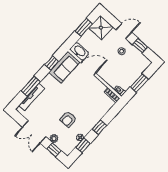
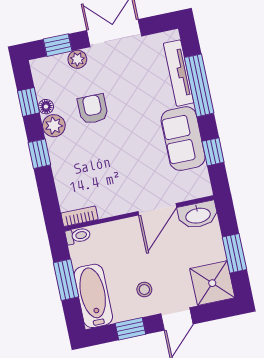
sofa: (64, 67) -> (183, 139), moved
bathtub: (138, 68) -> (93, 296), added
window: (31, 86) -> (199, 85), width x1.44
plant: (85, 129) -> (54, 126), added

